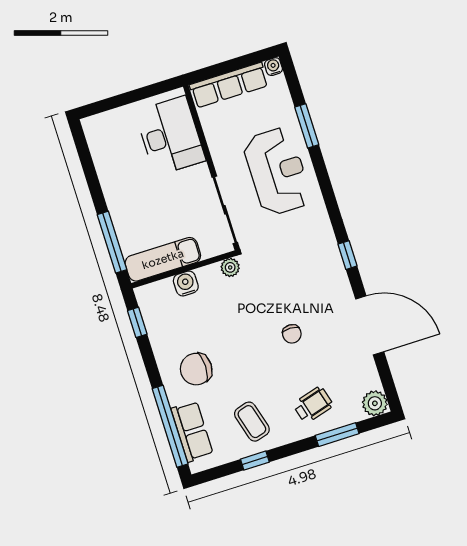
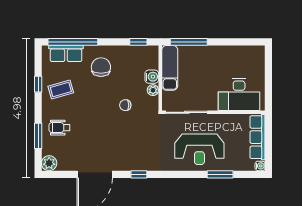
plant: (230, 267) -> (153, 90), moved
chair: (292, 334) -> (125, 105), moved
wheelchair: (313, 405) -> (59, 128), turned 106

